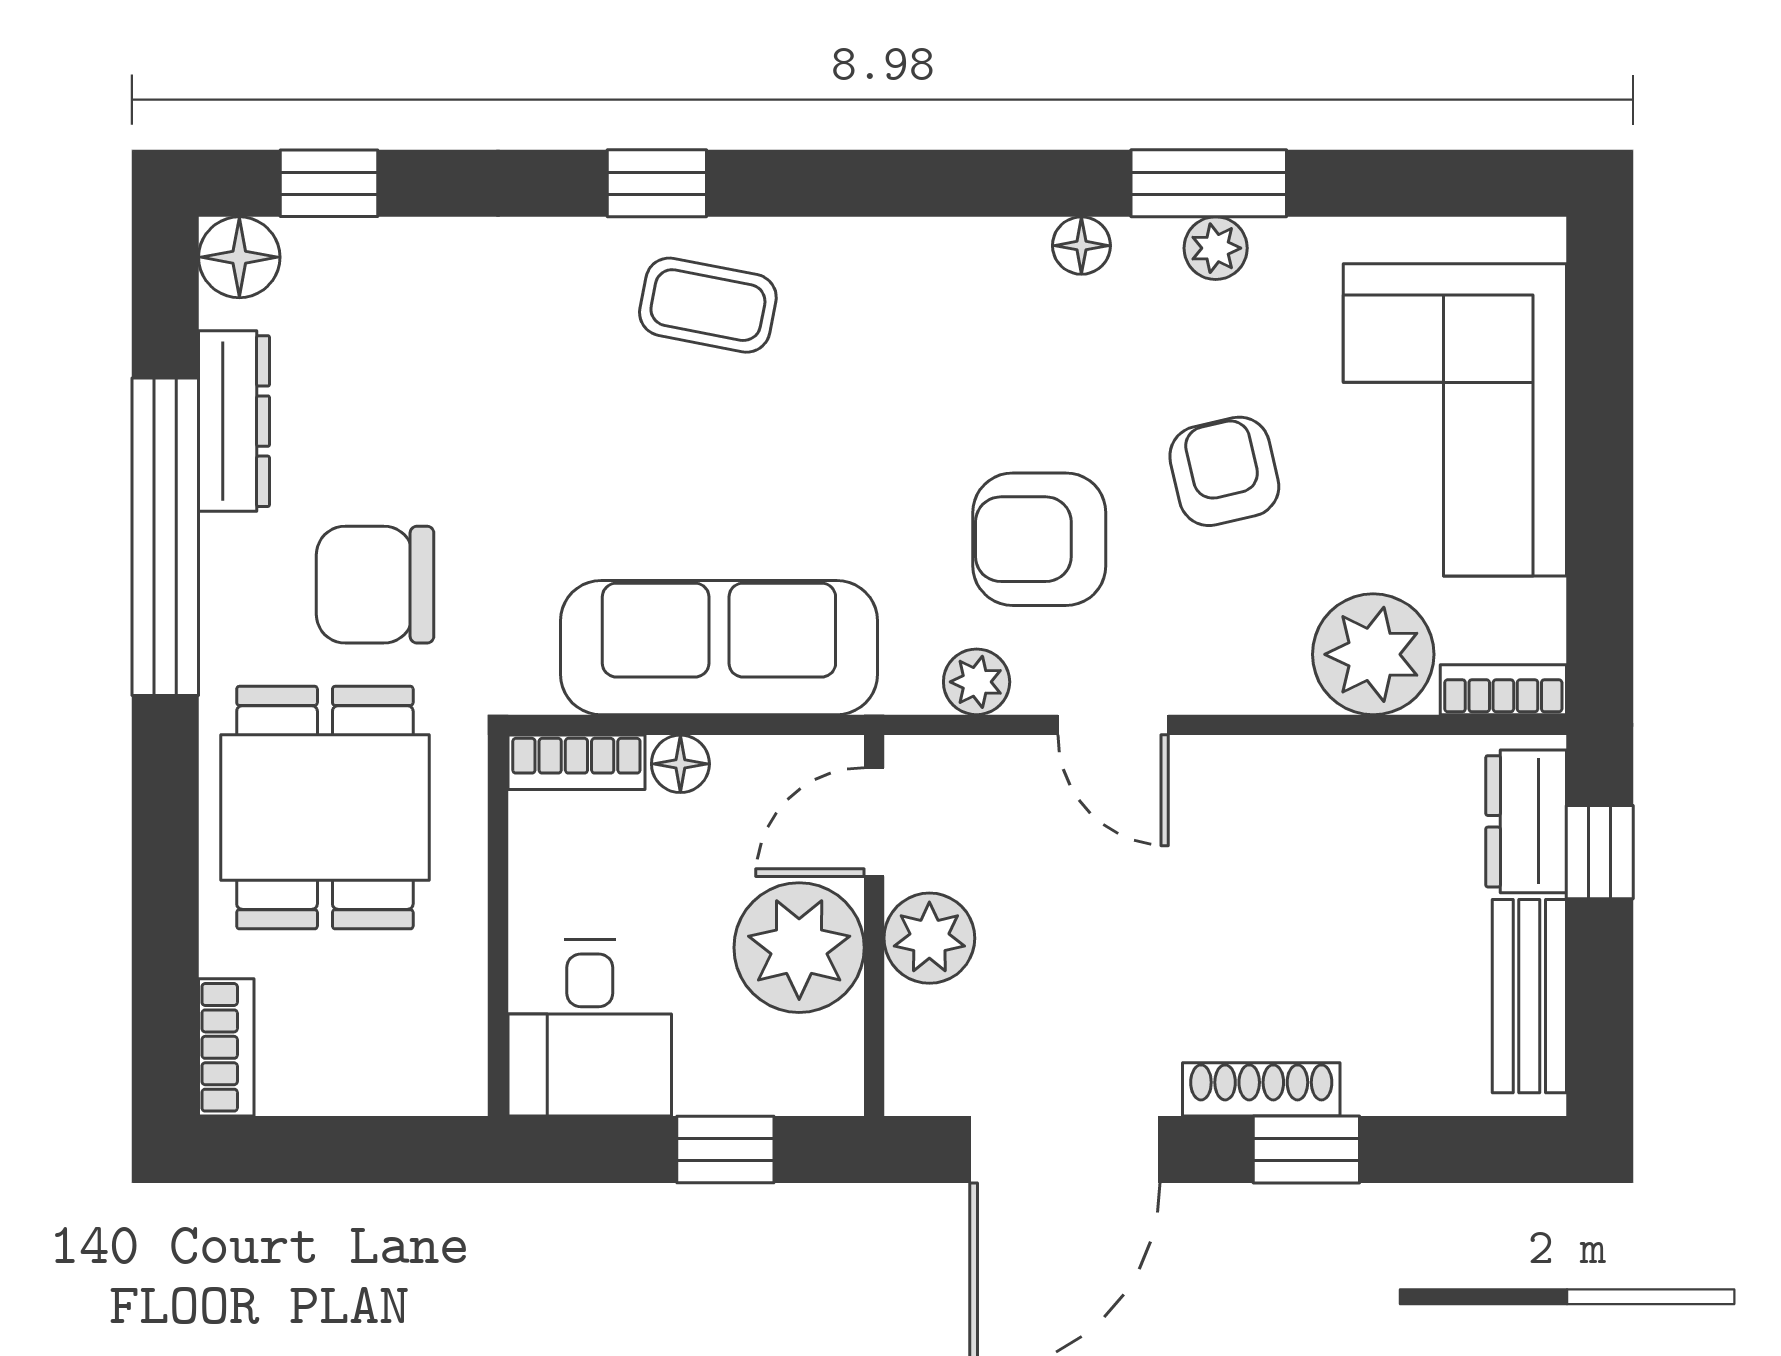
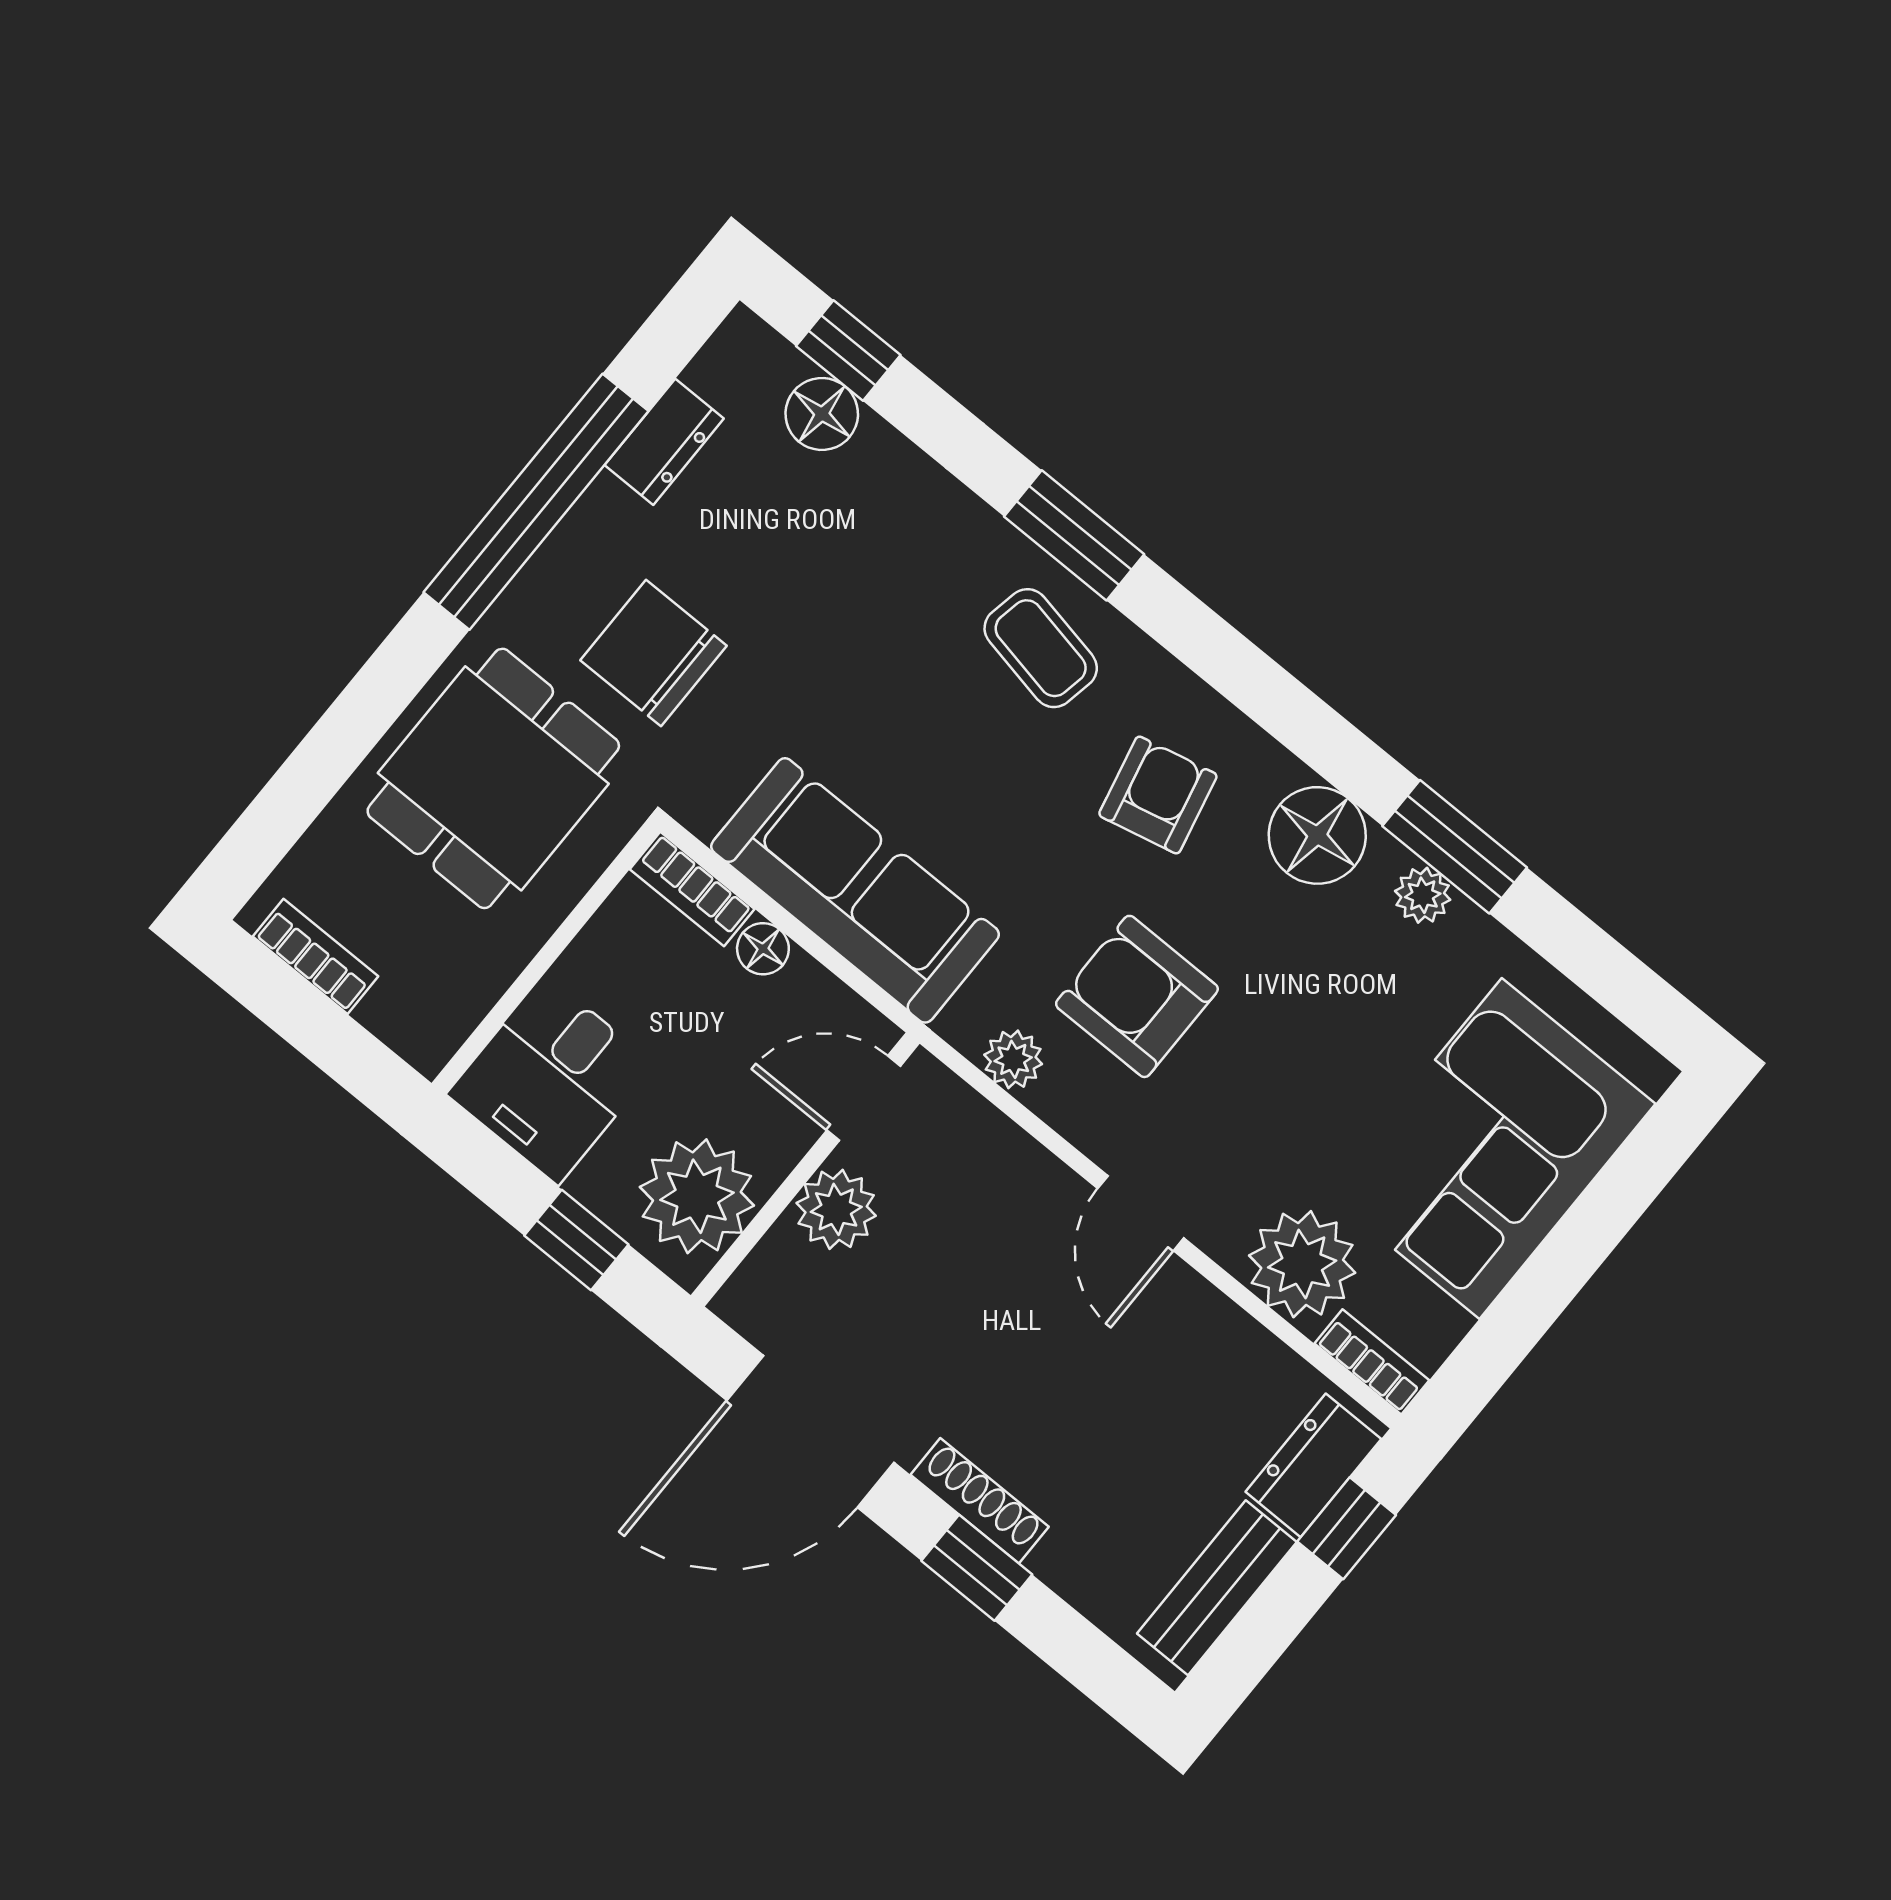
window: (657, 183) -> (1074, 535), width x1.50
floor lamp: (1081, 246) -> (1317, 835), width x1.89, depth x1.89
floor lamp: (239, 257) -> (822, 414), moved
dresser: (234, 421) -> (664, 442), width x0.70
armchair: (1224, 471) -> (1158, 795), moved
door: (1113, 725) -> (1141, 1213), moved
plant: (799, 948) -> (697, 1196), moved
bookcase: (226, 1047) -> (316, 956), moved, turned -90

